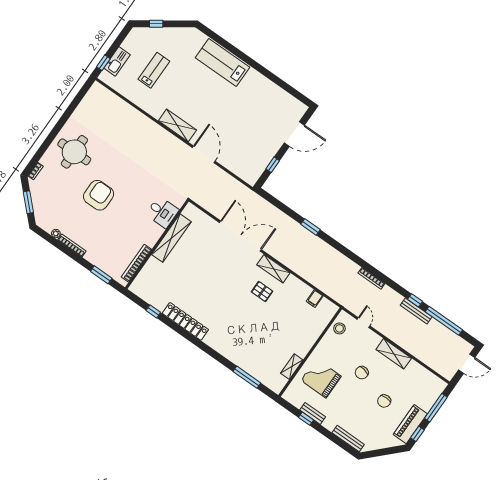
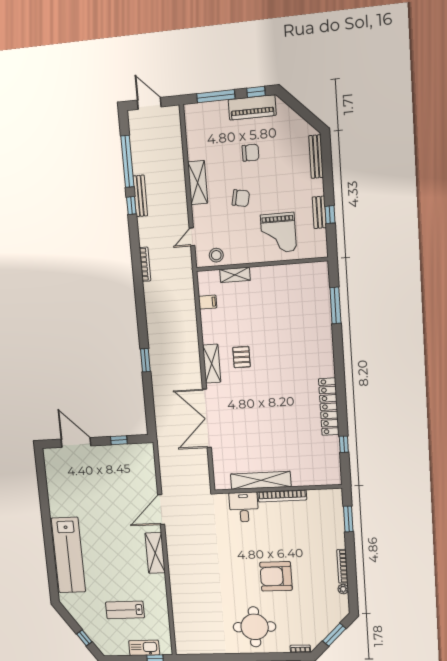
lab bench: (223, 63) -> (68, 555), width x1.36
bookcase: (137, 263) -> (282, 496), moved
shelving: (292, 367) -> (235, 275), moved

